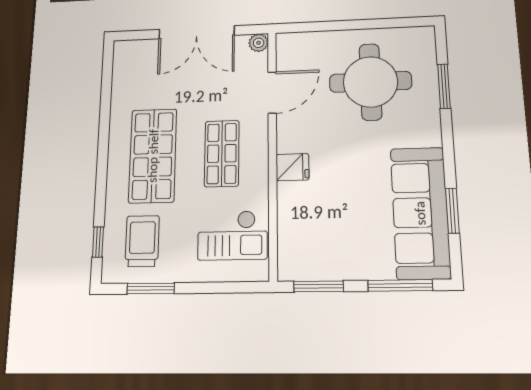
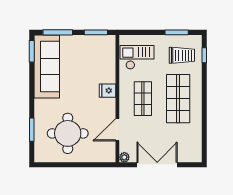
window: (452, 211) -> (32, 51), moved
trolley: (142, 241) -> (182, 55), turned -90

